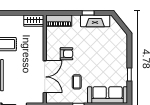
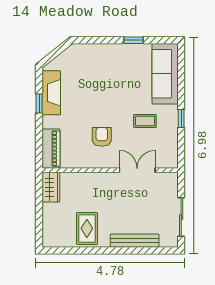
double door: (45, 77) -> (137, 170), width x0.73

